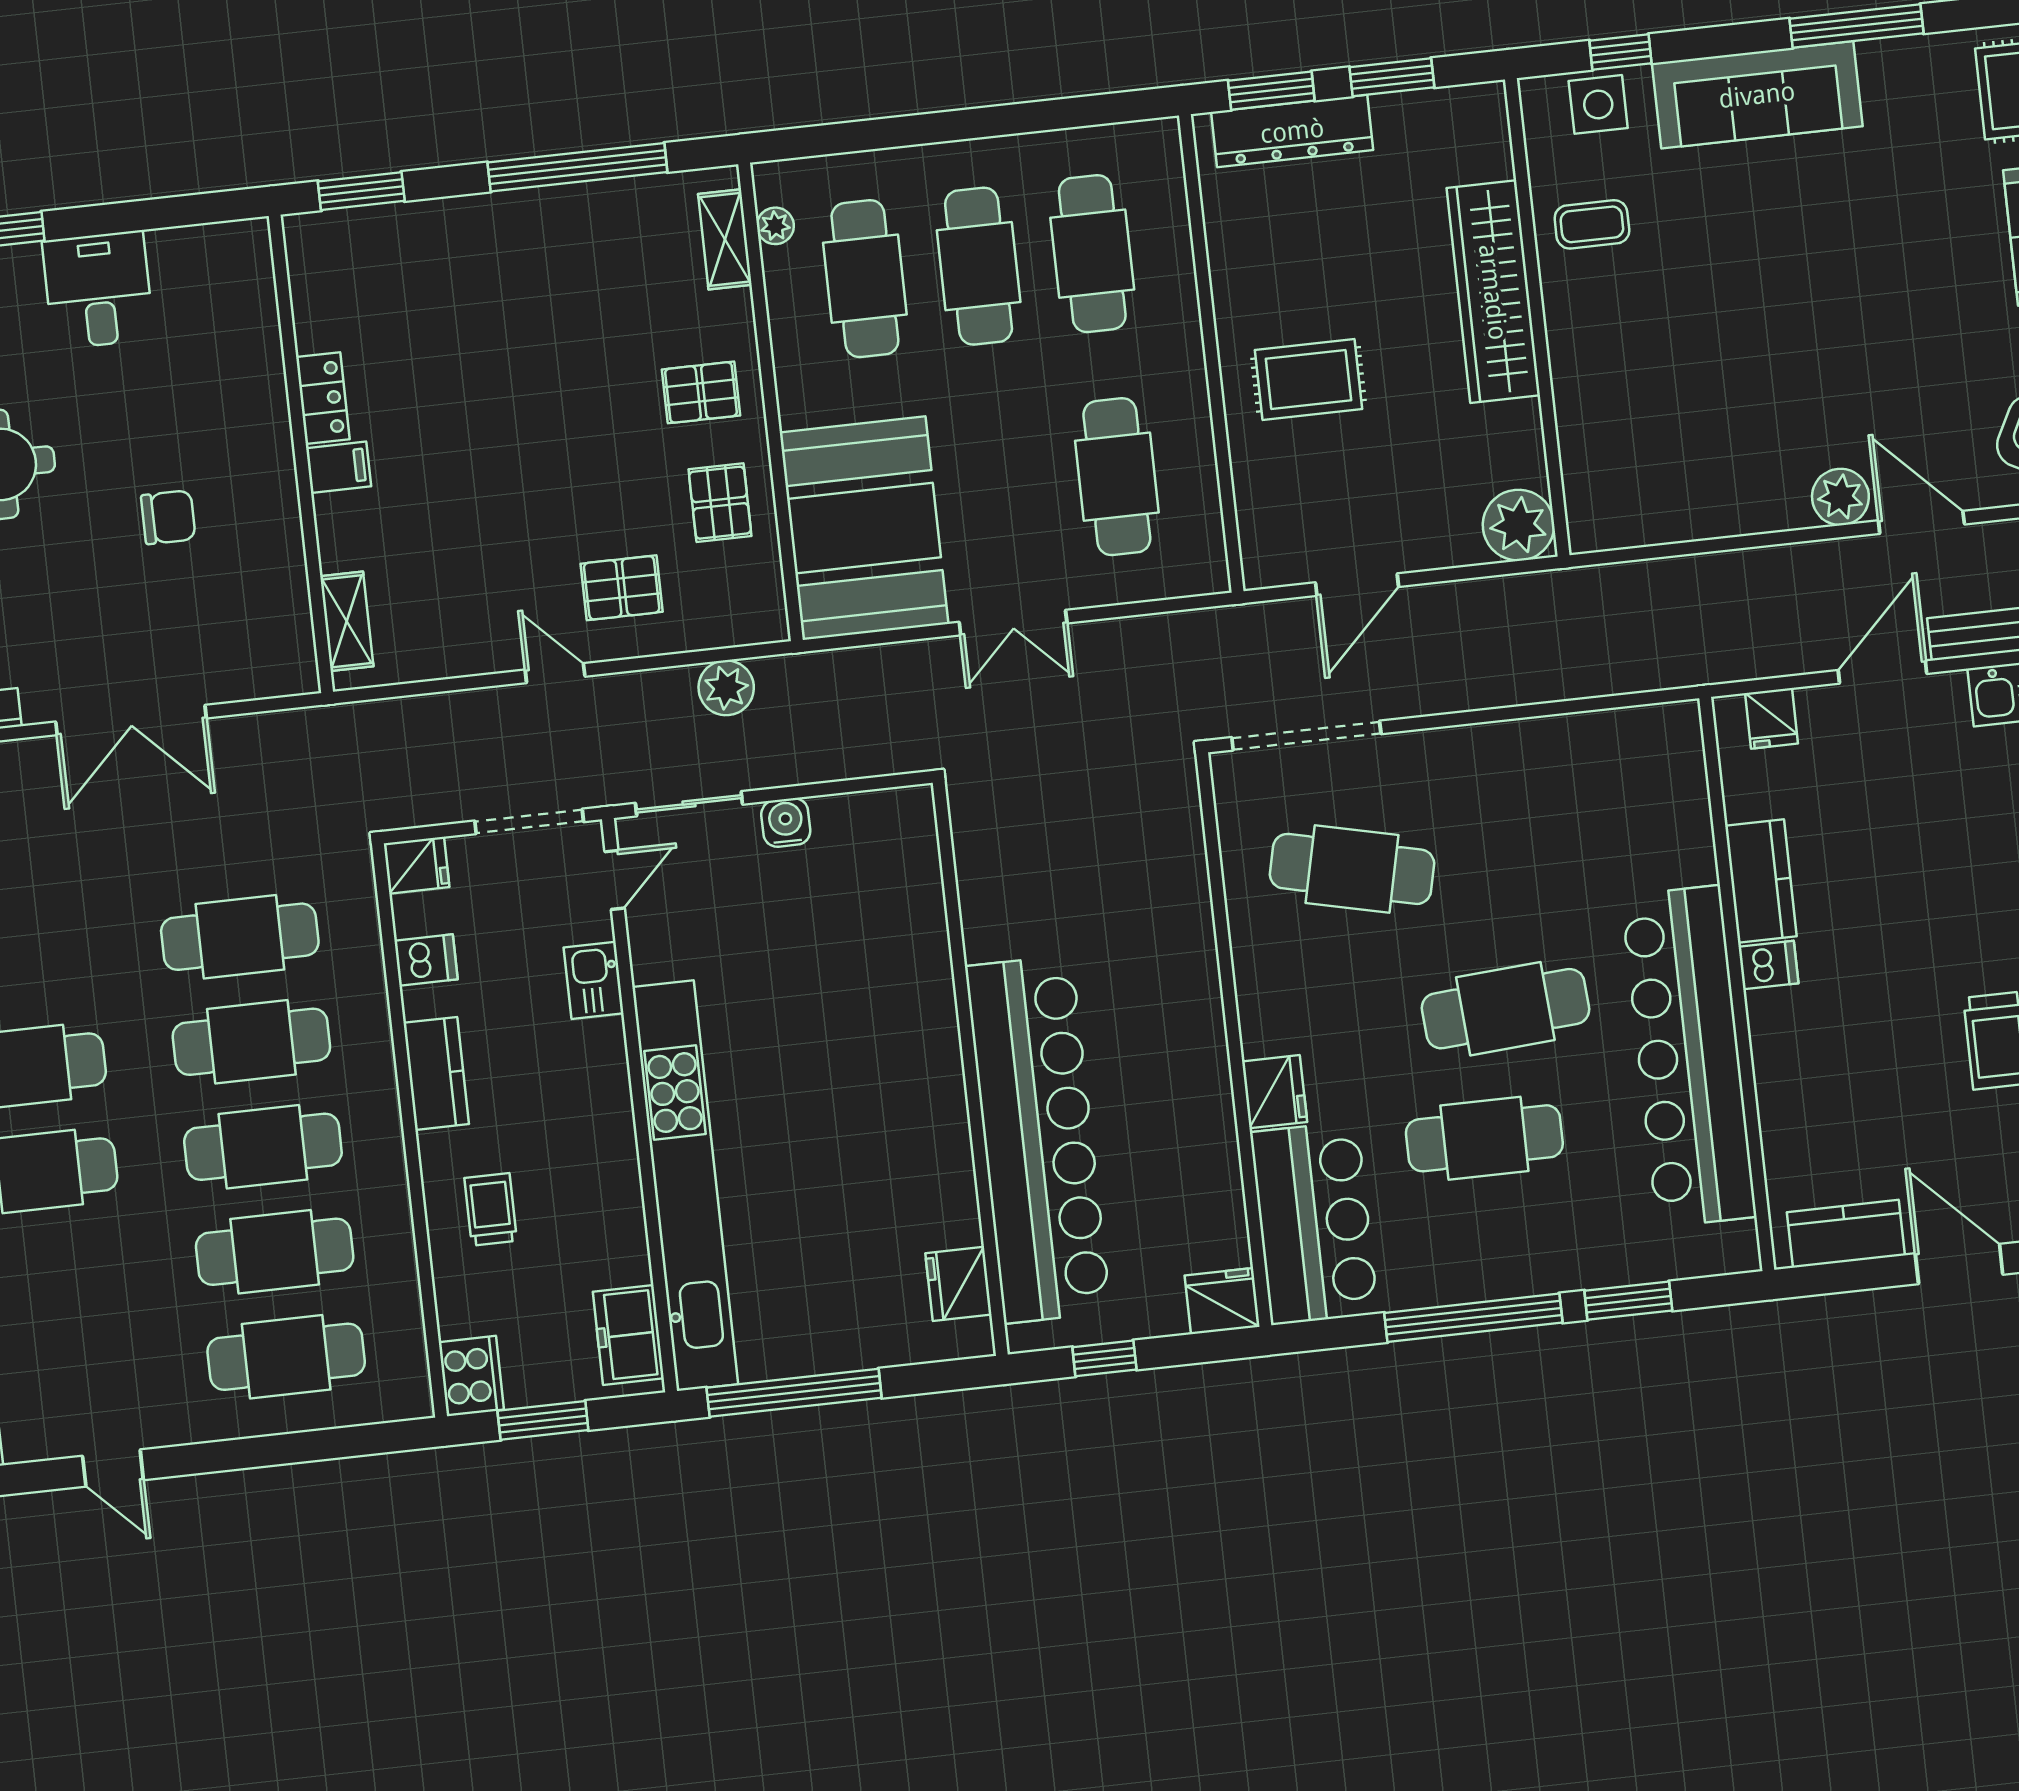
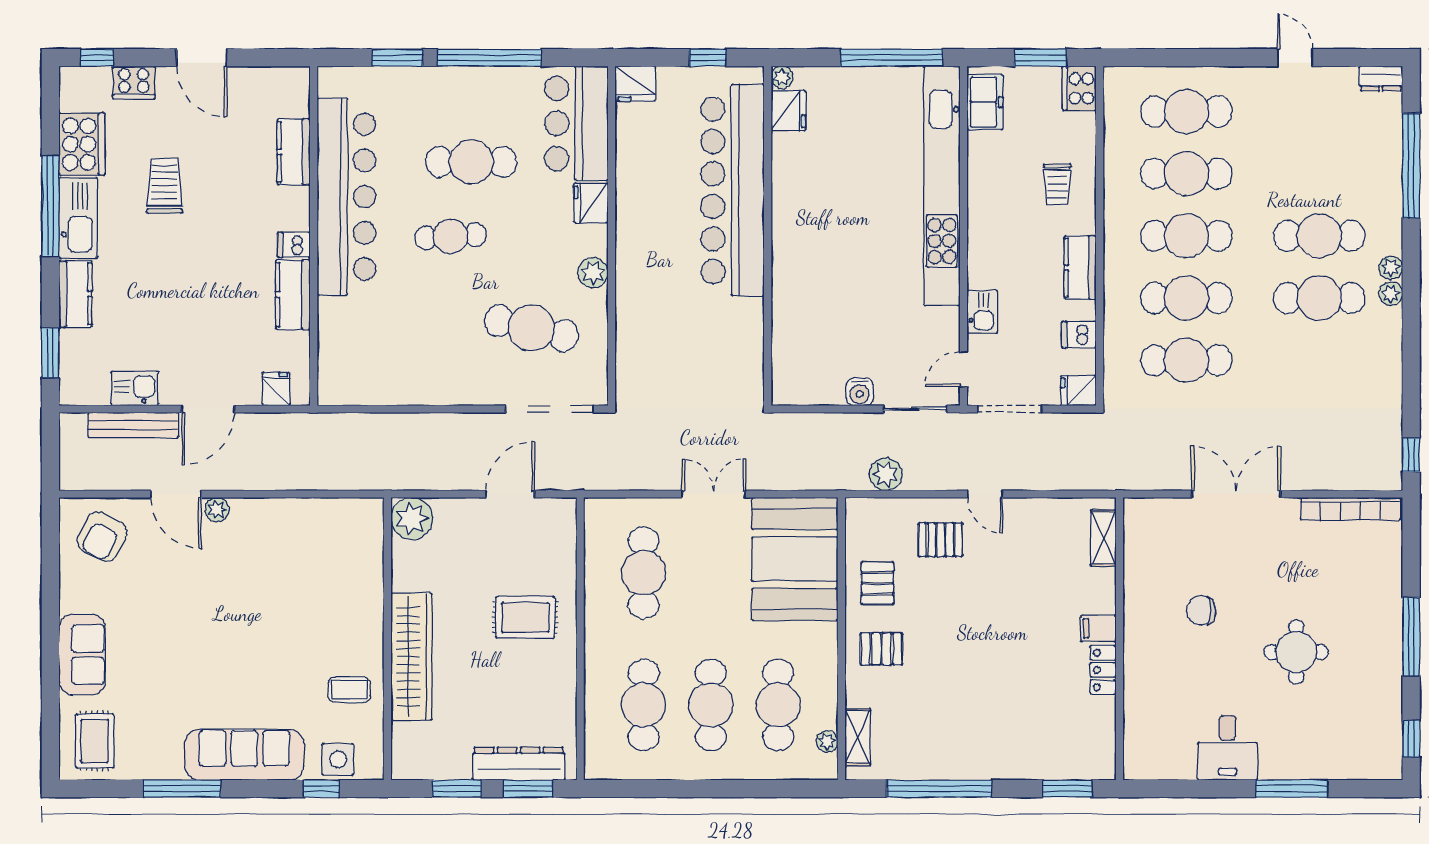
plant: (1840, 497) -> (217, 510), width x0.73, depth x0.73
plant: (1258, 974) -> (593, 273), added
cafe table: (1505, 1009) -> (451, 236), width x0.73, depth x0.74
kitchen counter: (1846, 1234) -> (294, 152), moved, turned 90
plant: (975, 1339) -> (782, 77), added

